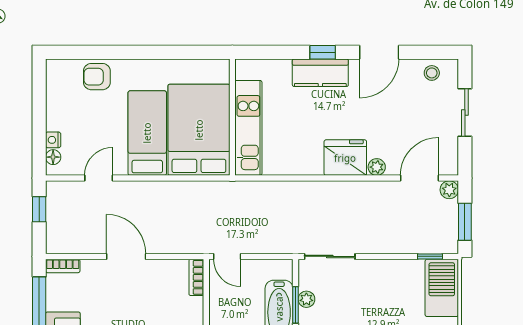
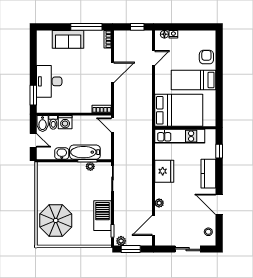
window: (323, 52) -> (219, 151), moved
bed: (147, 133) -> (194, 80), moved, turned 180
fridge: (345, 158) -> (164, 171), moved
door: (99, 178) -> (153, 58), hinge flipped
door: (419, 178) -> (153, 225), swing flipped
plant: (449, 190) -> (121, 241), moved
door: (227, 256) -> (113, 125), hinge flipped
barbecue: (442, 288) -> (103, 216), moved, turned -90

